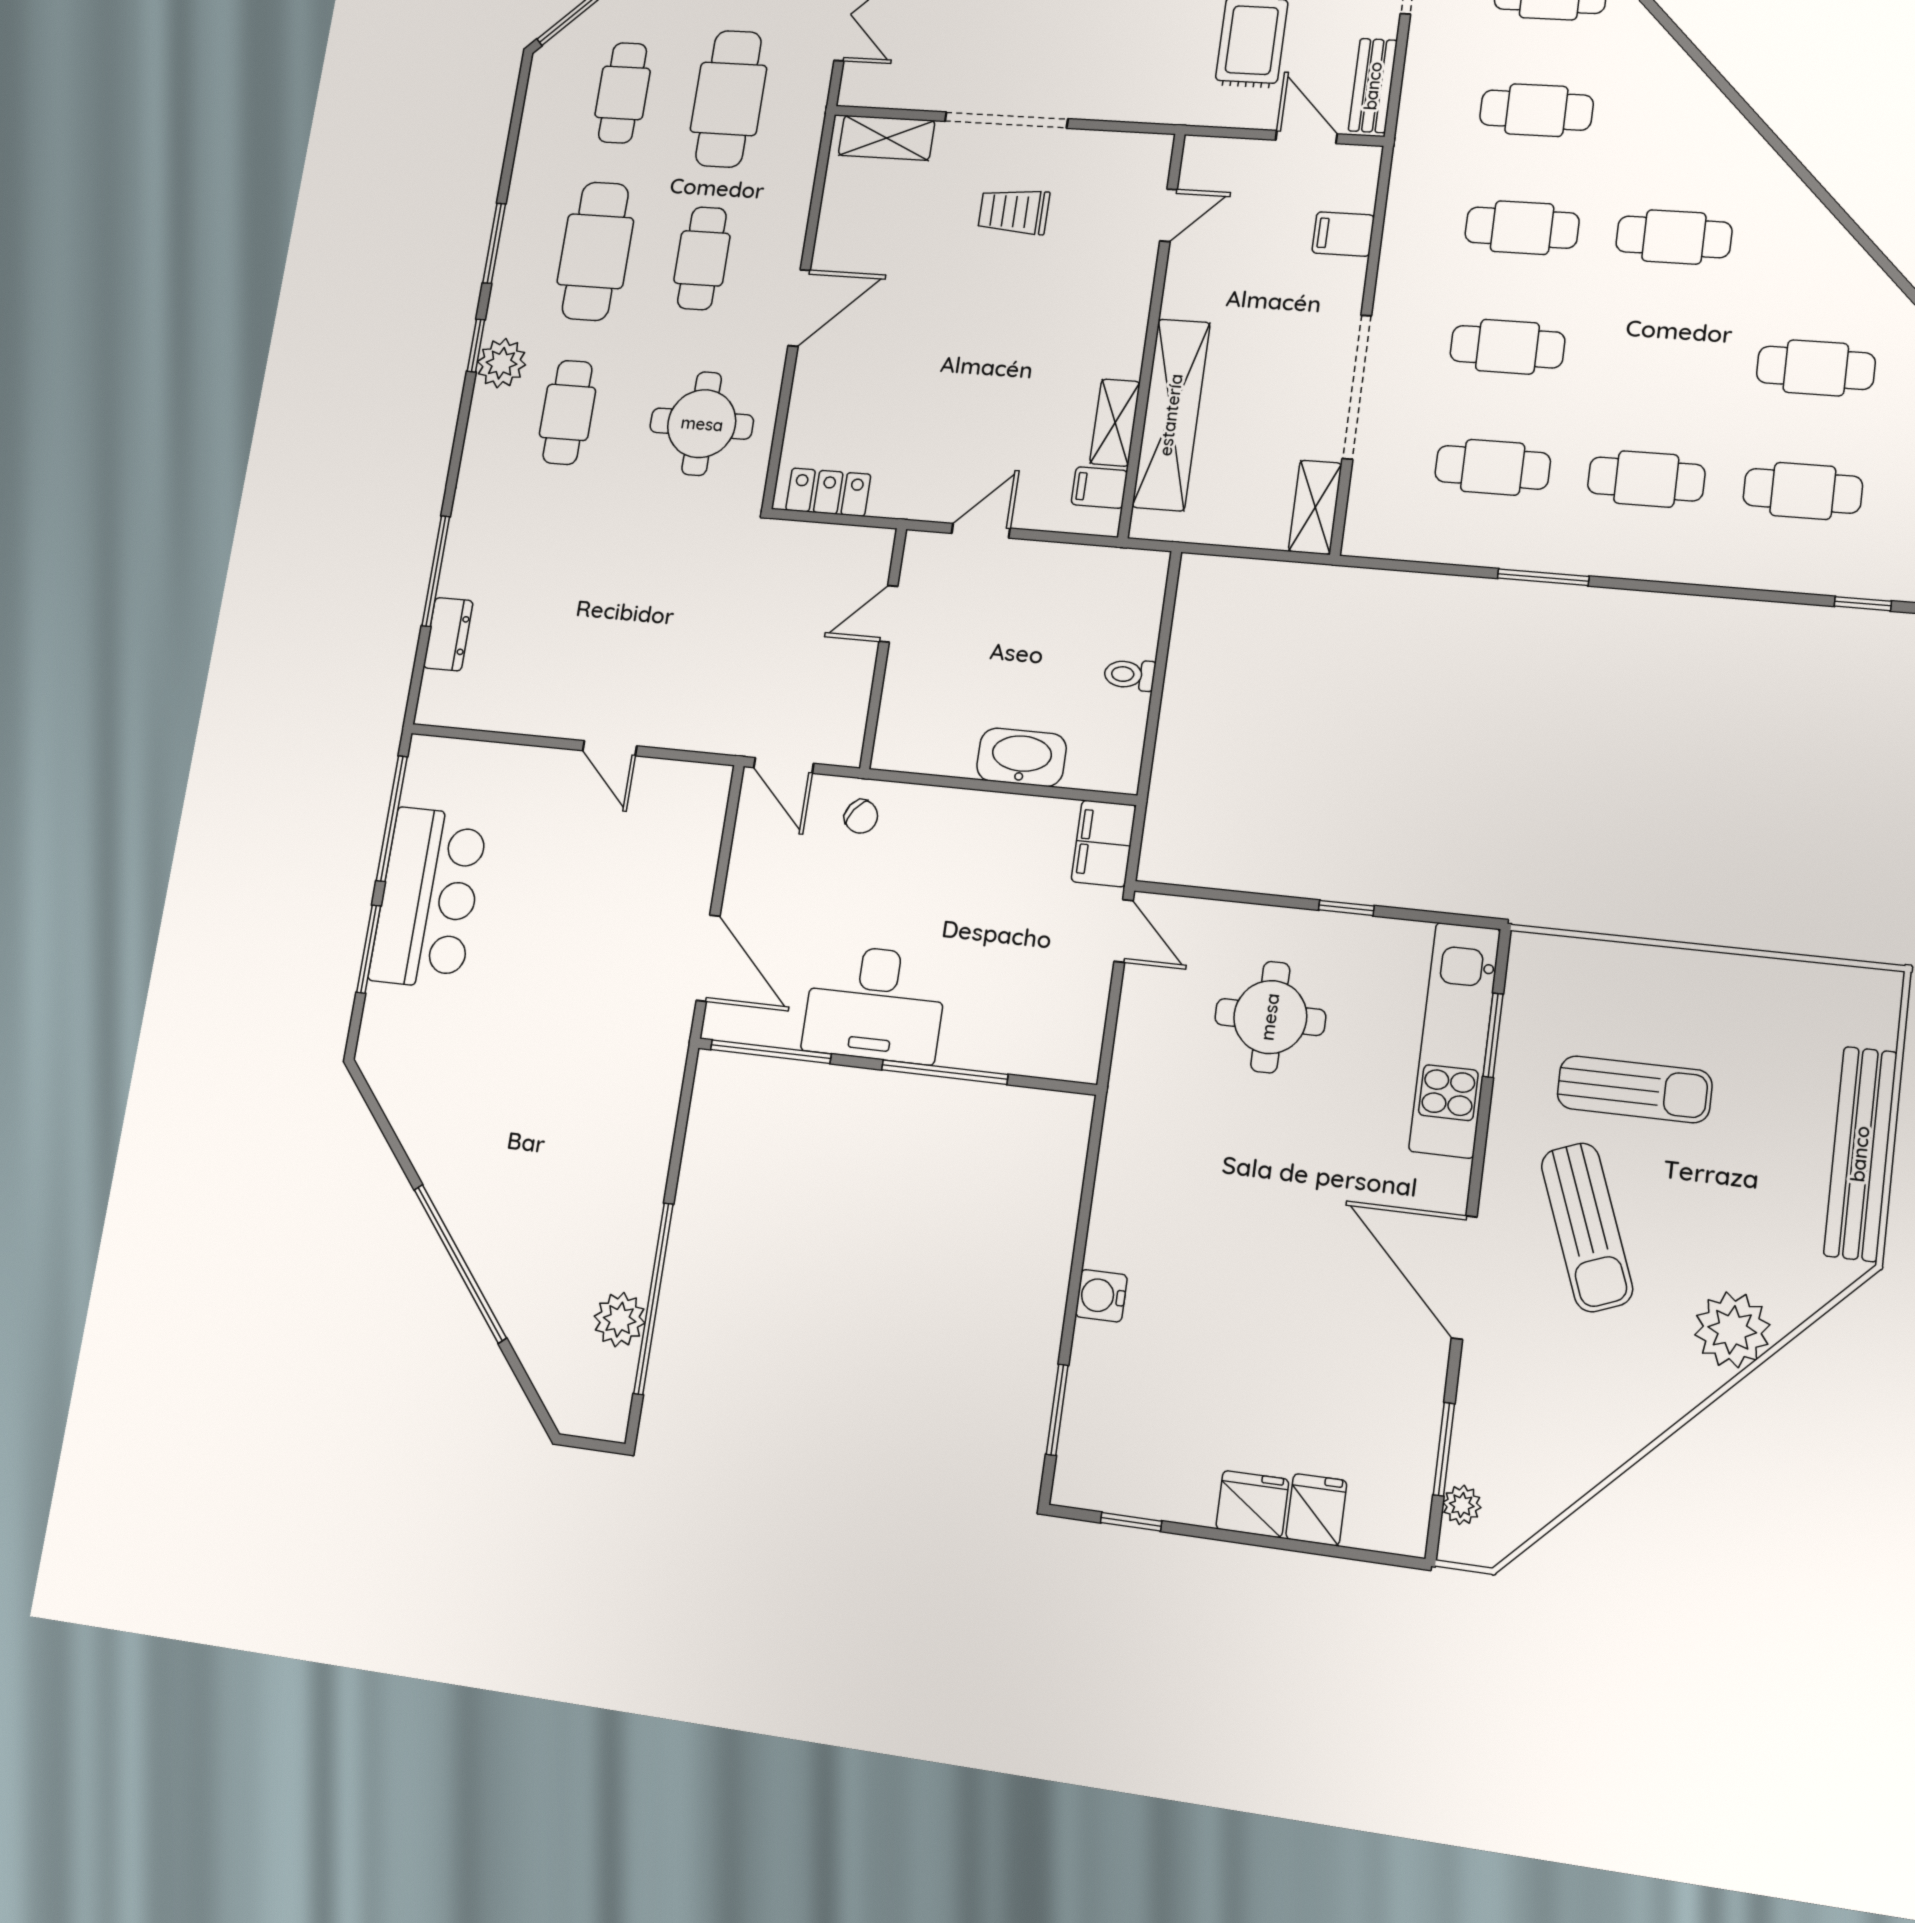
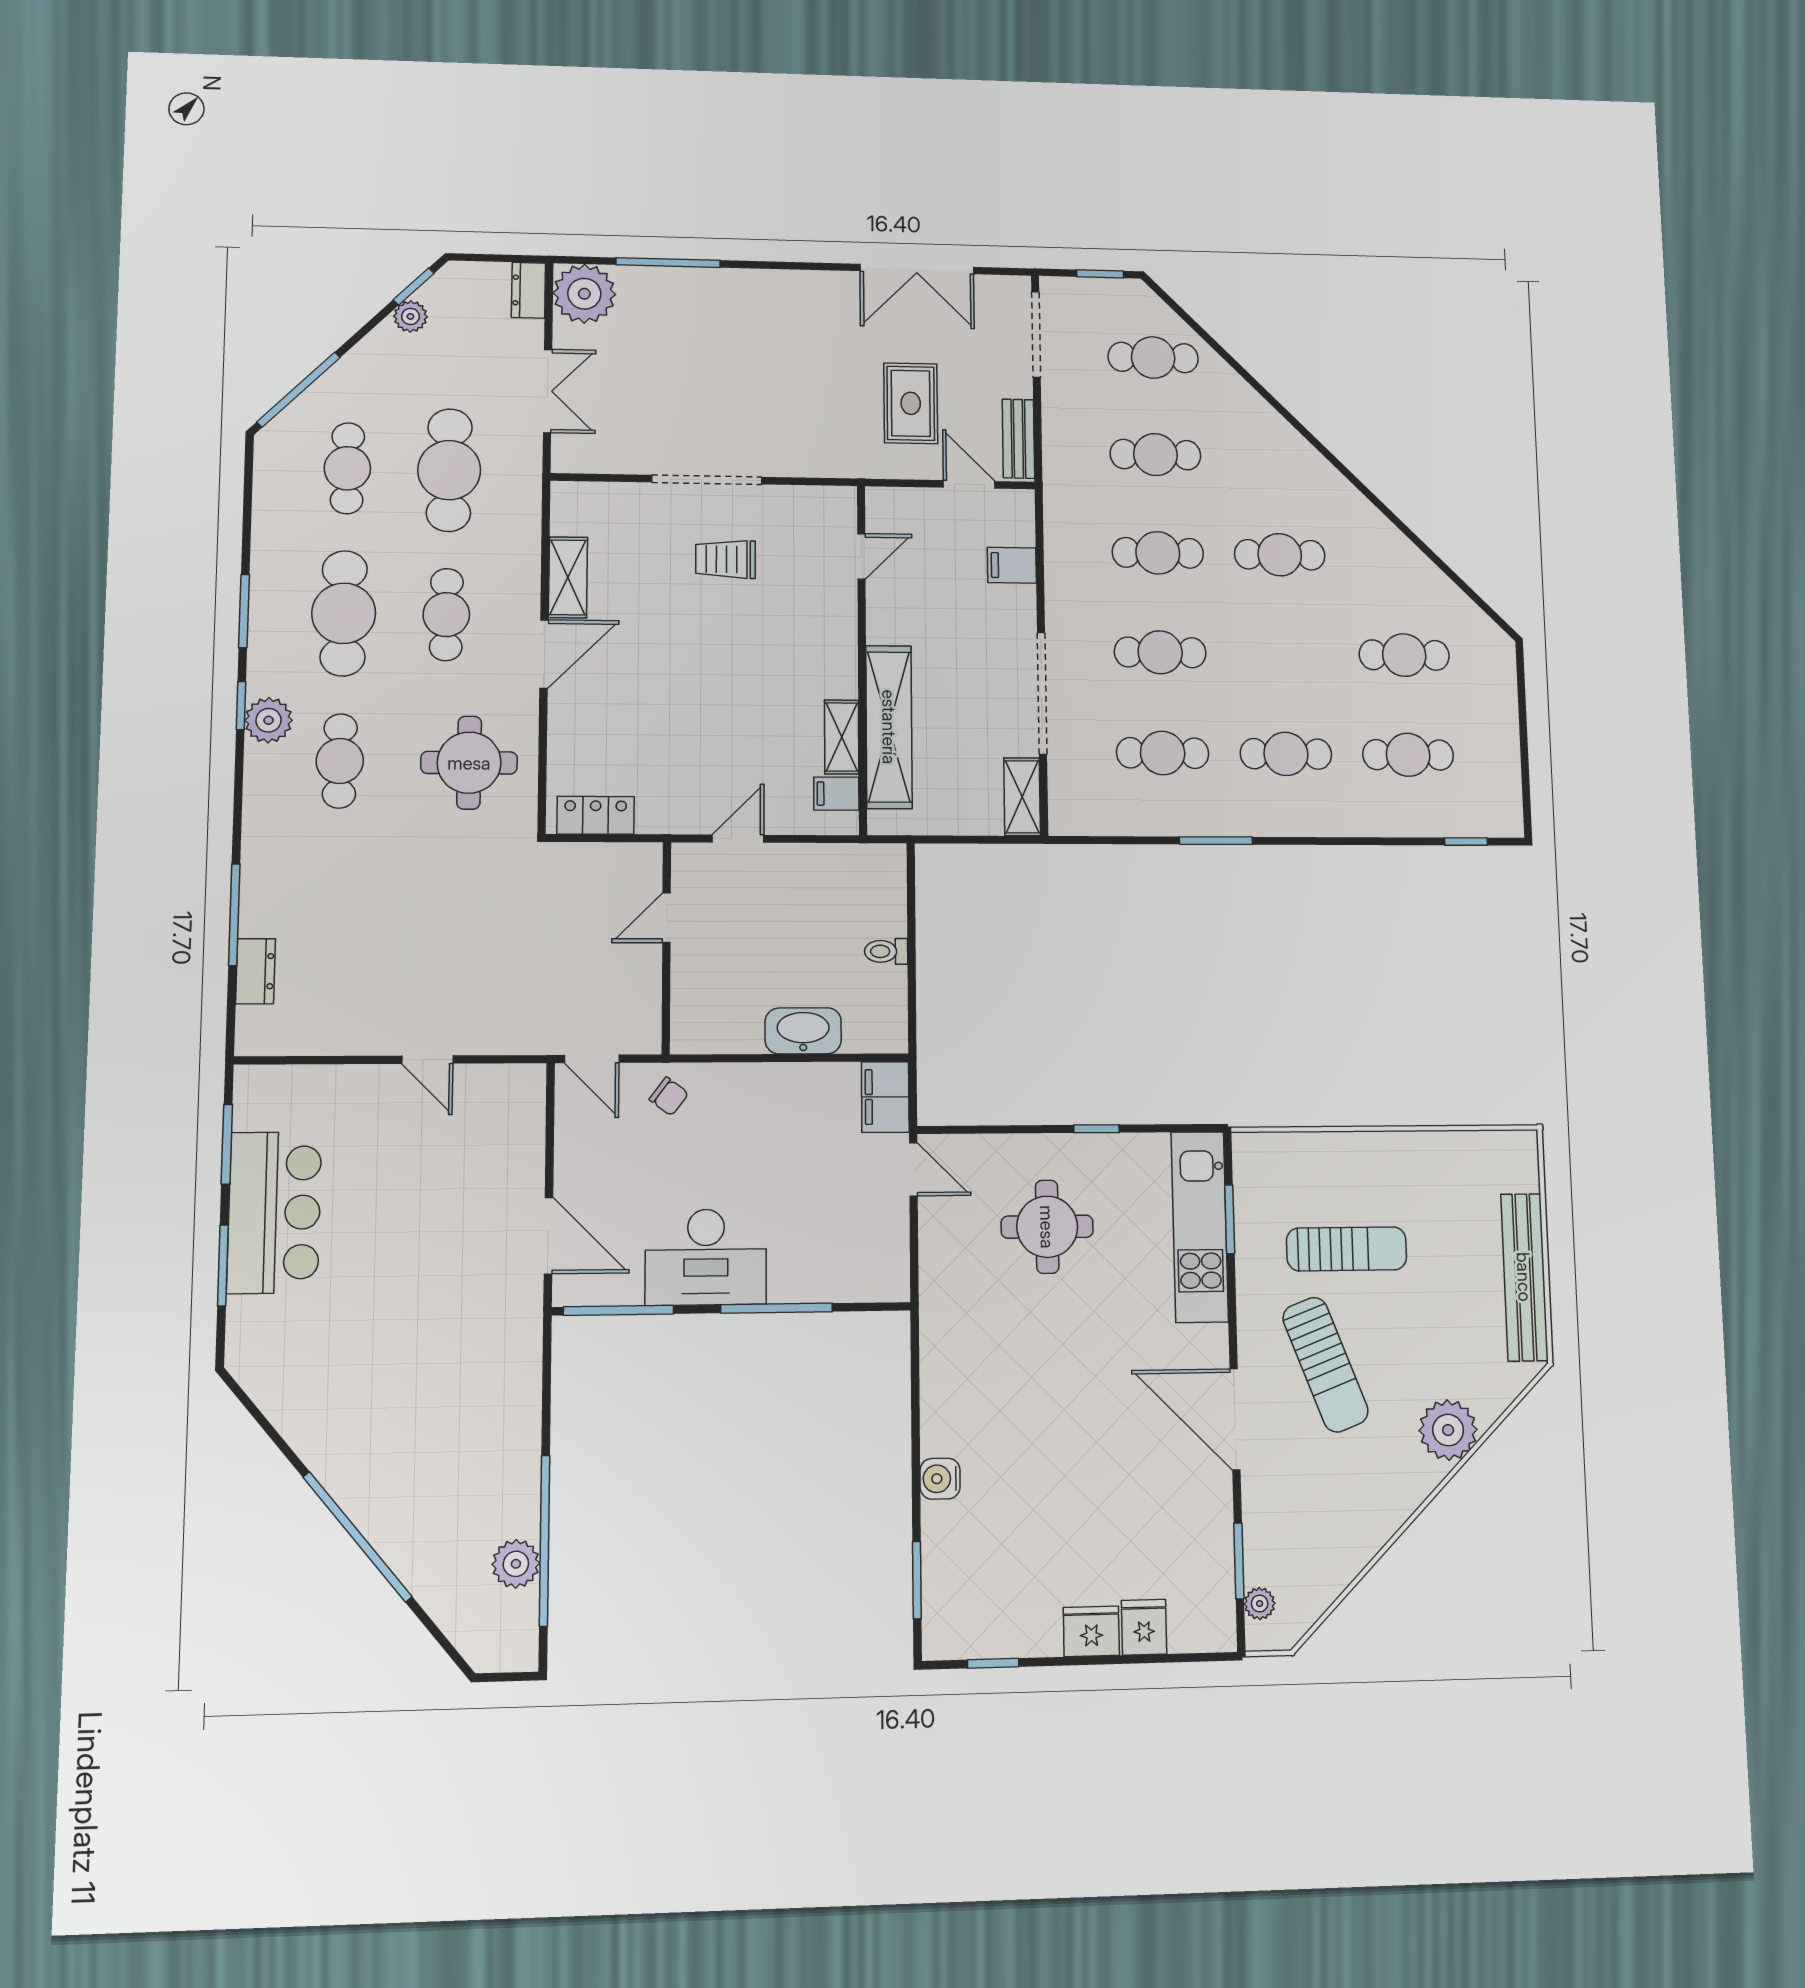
shelving: (887, 138) -> (568, 577), moved, turned 90
window: (392, 819) -> (227, 1144), width x0.69

